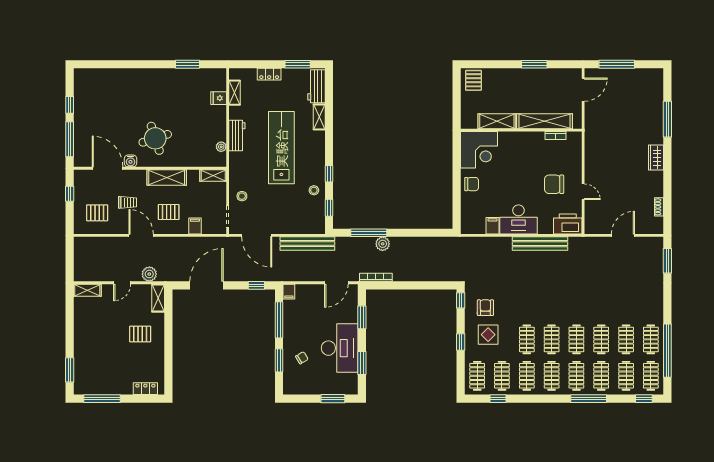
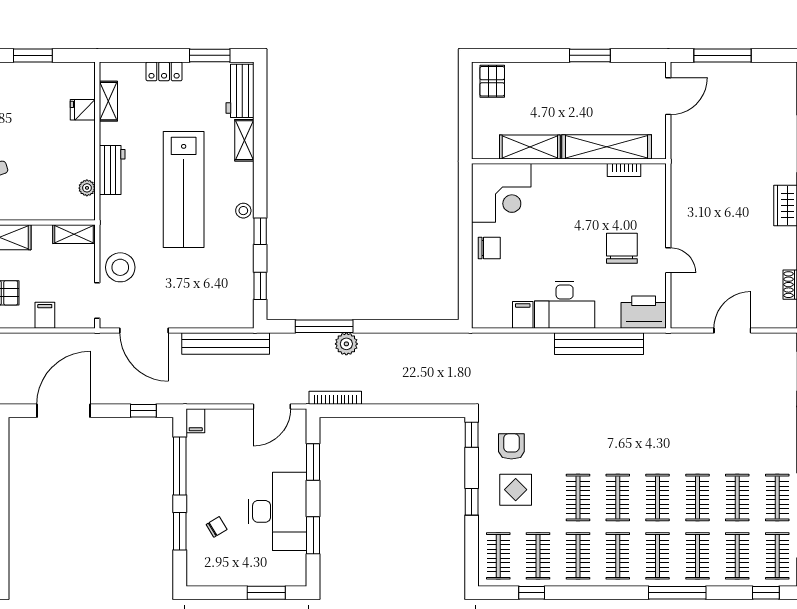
lab bench: (281, 148) -> (184, 189), turned 180
chair: (554, 184) -> (622, 248), turned 90
stool: (314, 190) -> (243, 211), moved
stool: (242, 196) -> (120, 267), width x1.89, depth x1.89

